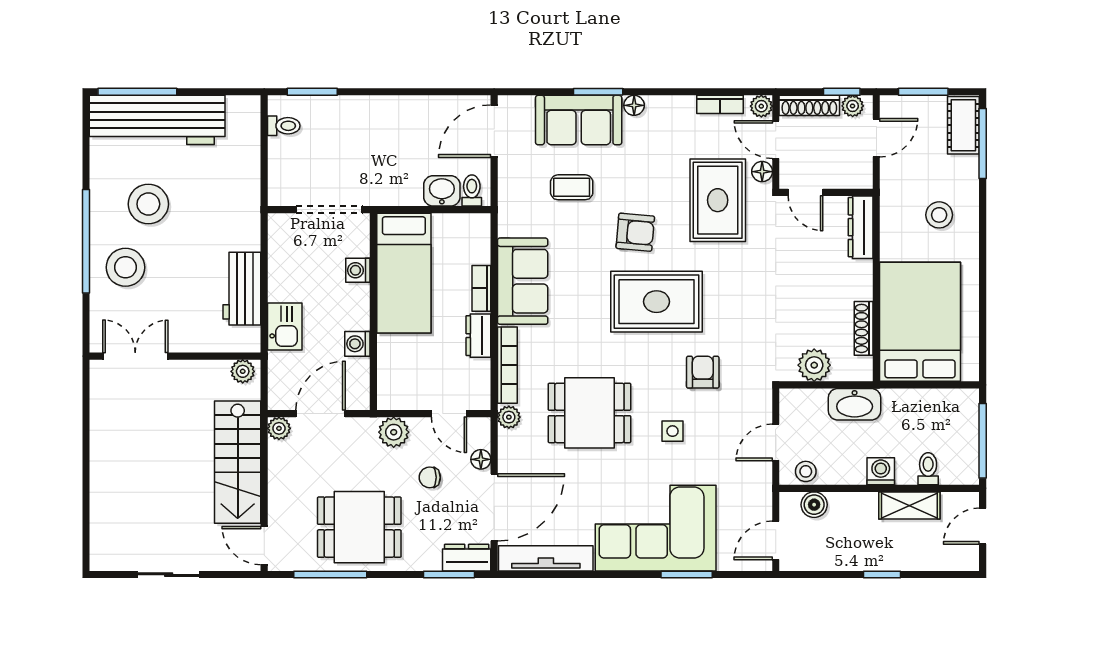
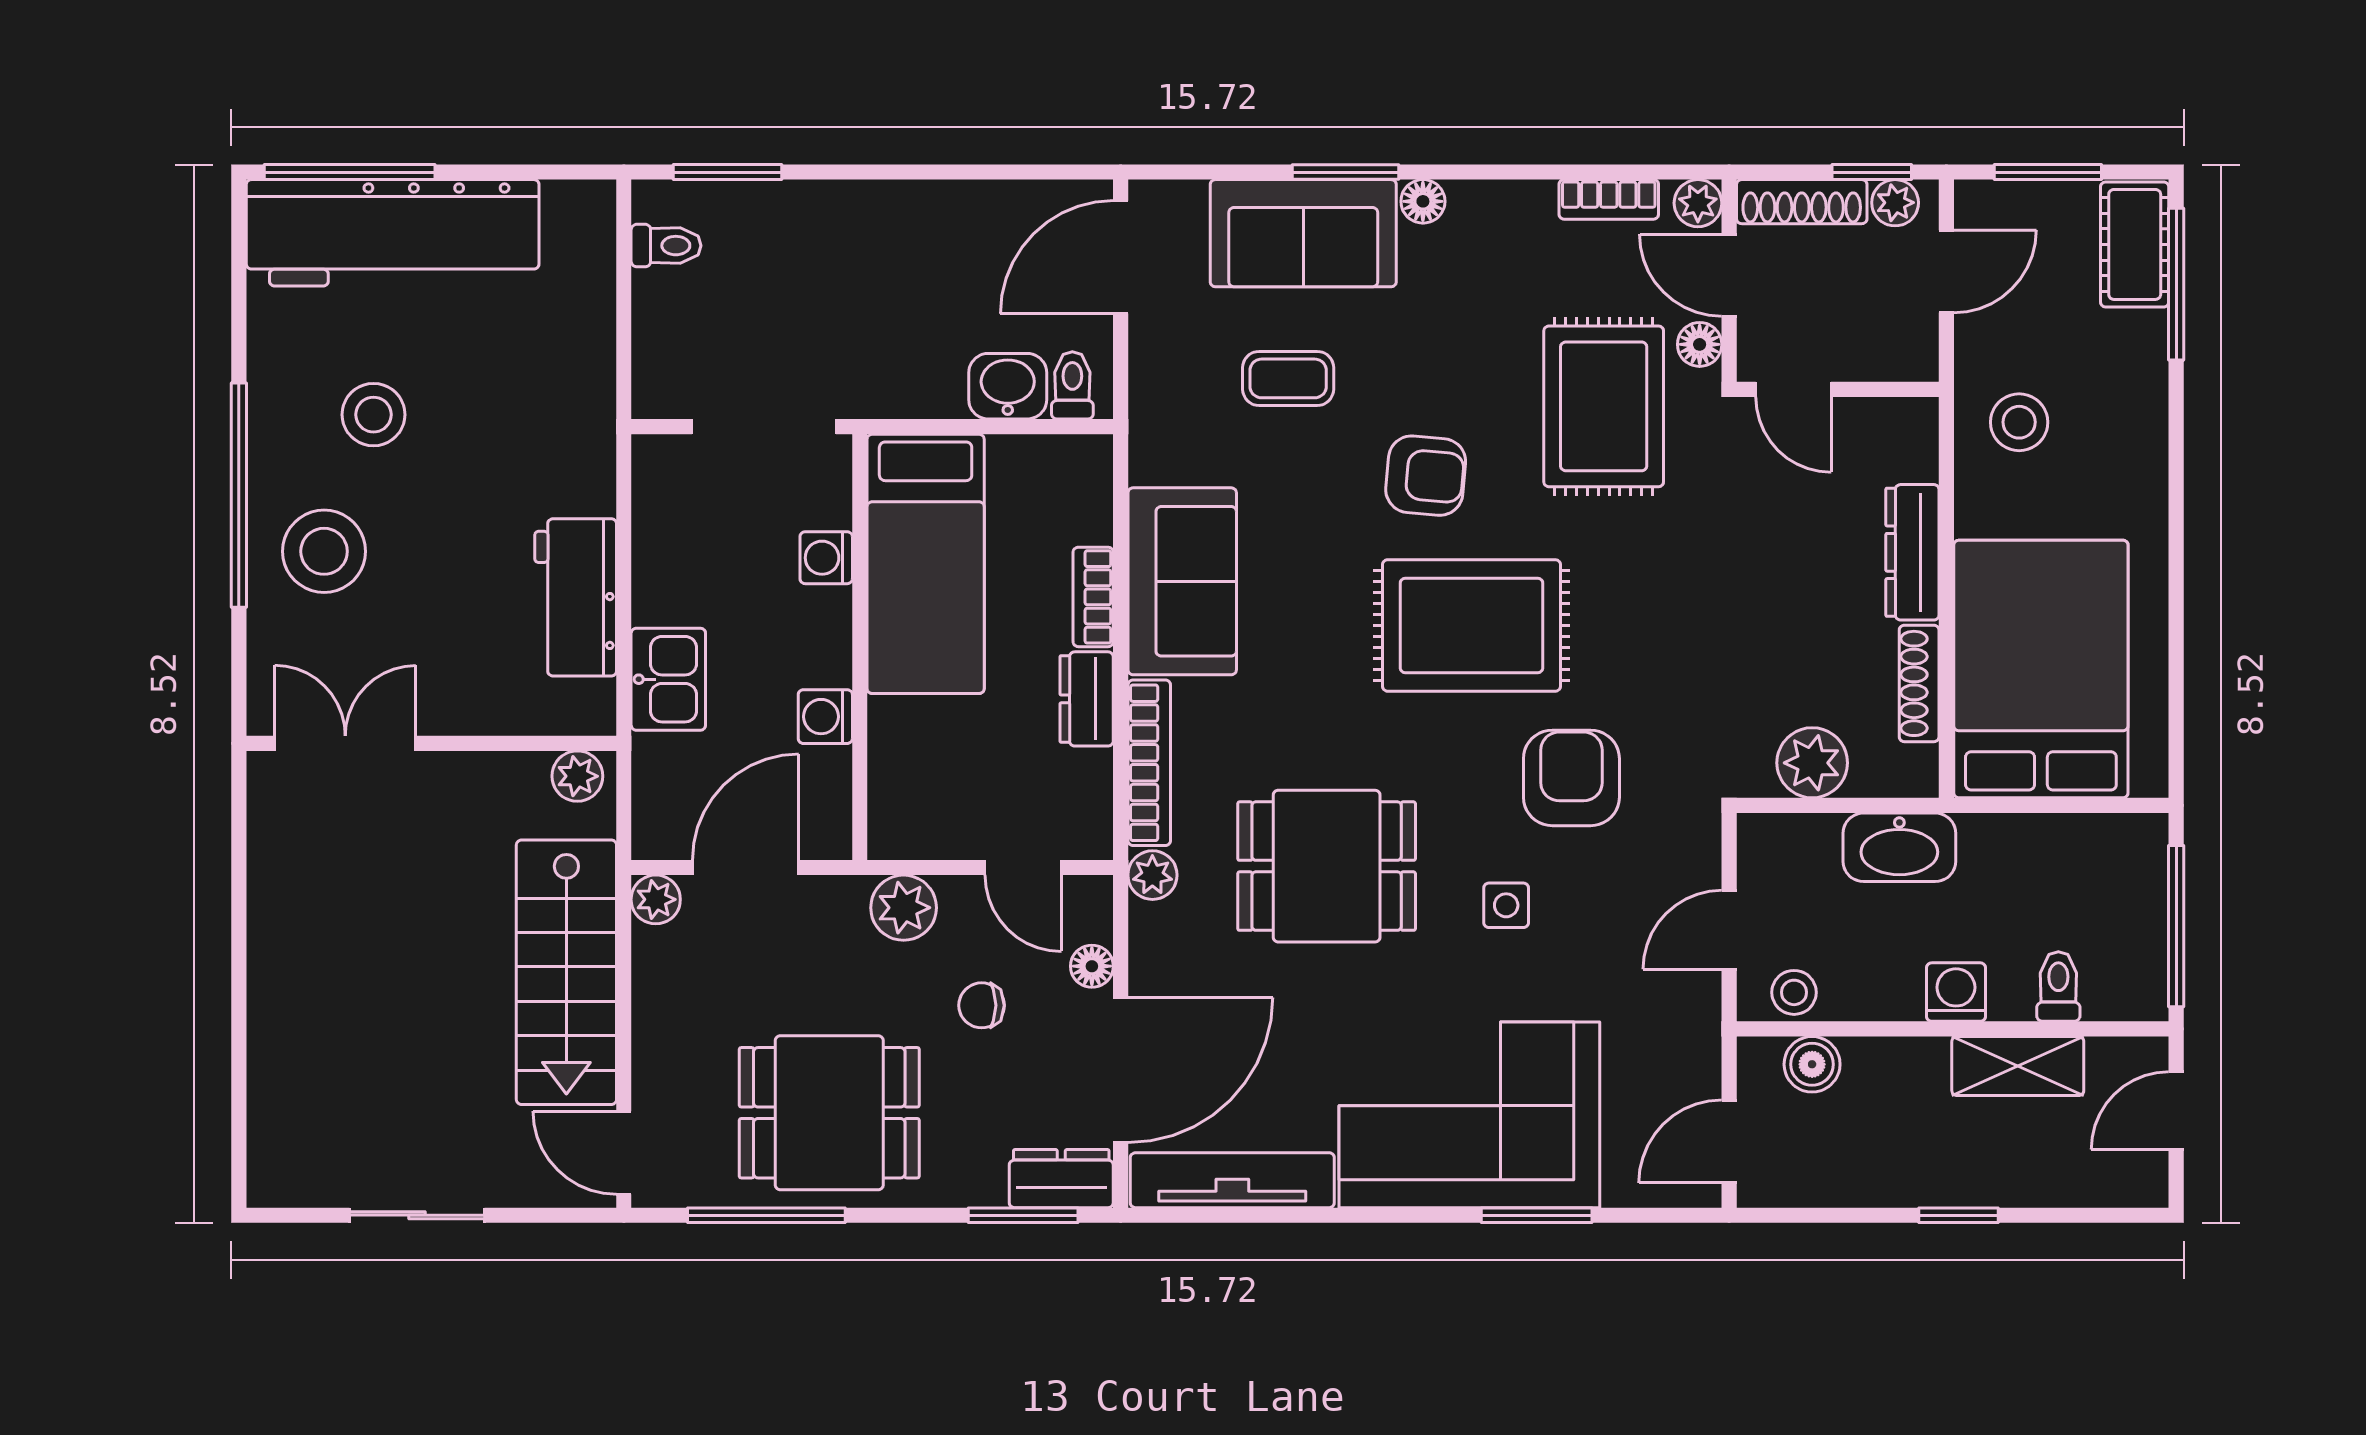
stool: (148, 204) -> (373, 415), width x0.73, depth x0.73
stool: (939, 215) -> (2019, 422), moved
dresser: (861, 227) -> (1912, 552), moved
armchair: (703, 372) -> (1571, 778), width x1.38, depth x1.38

